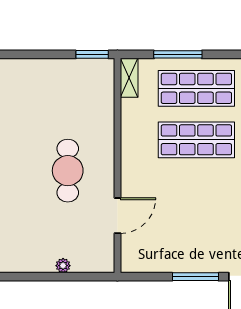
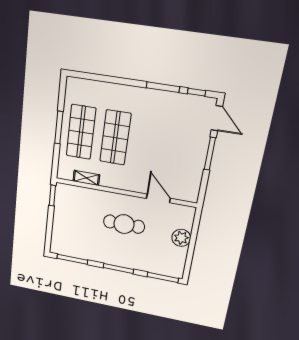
window: (178, 54) -> (59, 128), moved
shelving: (129, 78) -> (86, 178), moved
plant: (63, 266) -> (181, 238), width x1.87, depth x1.87

